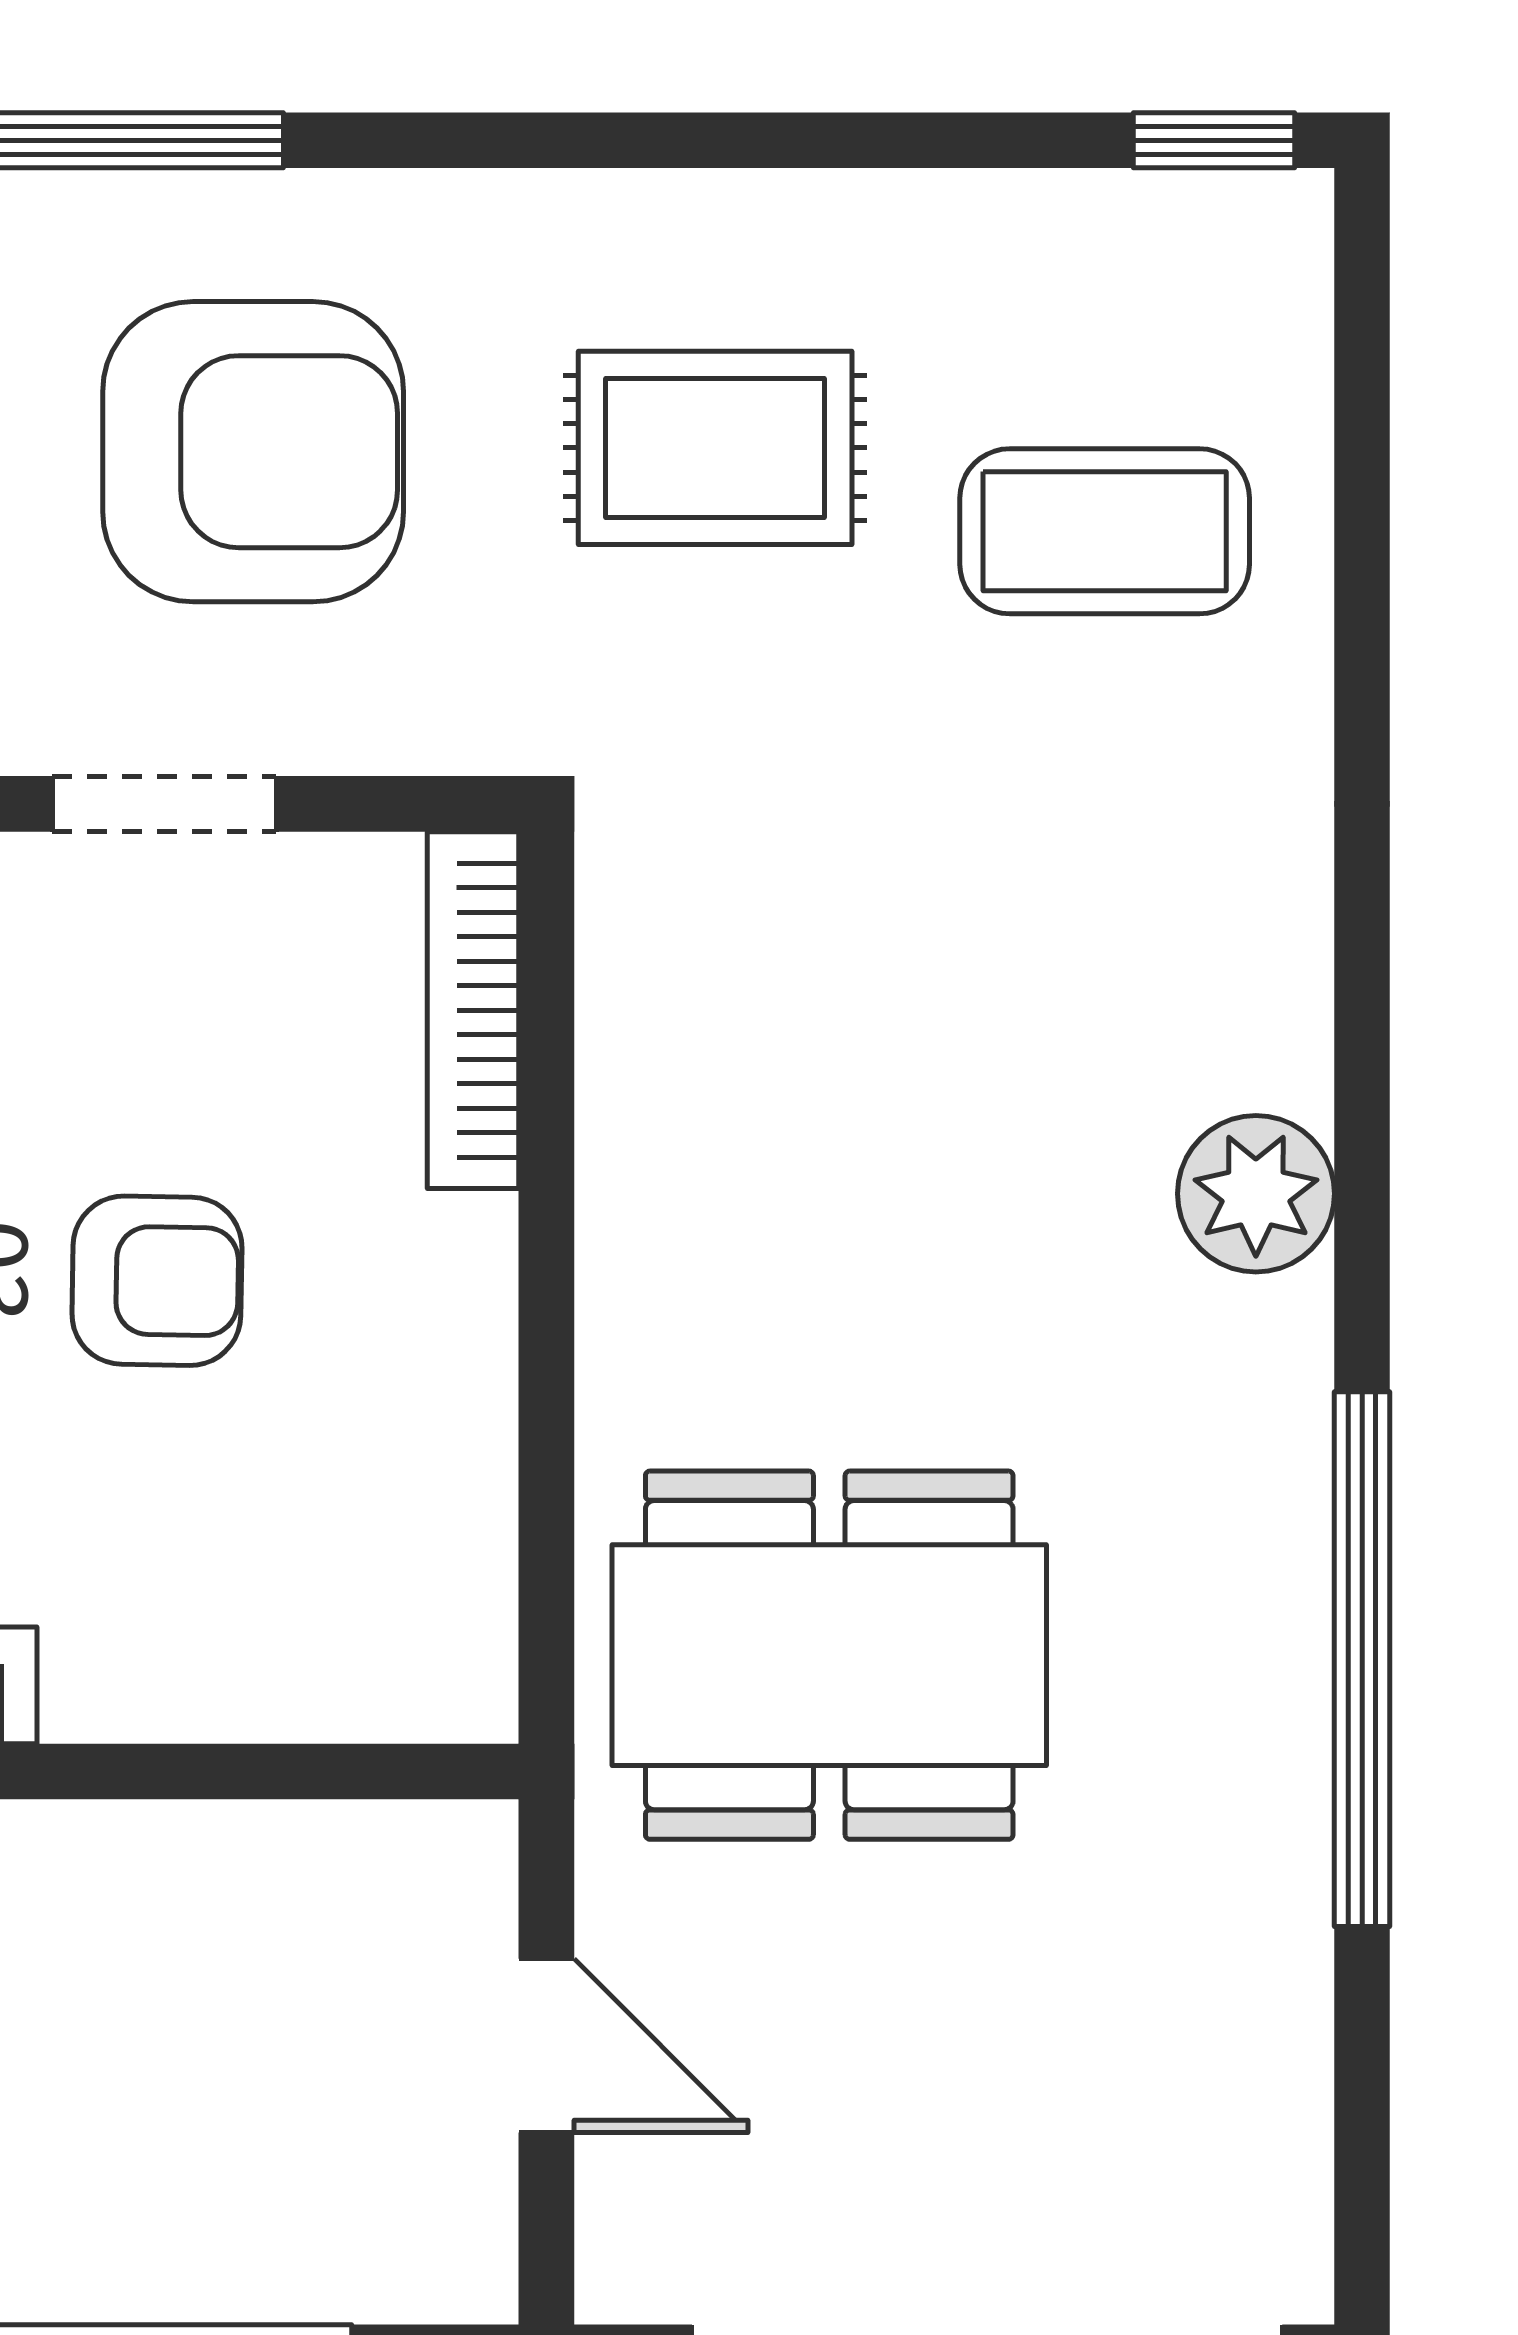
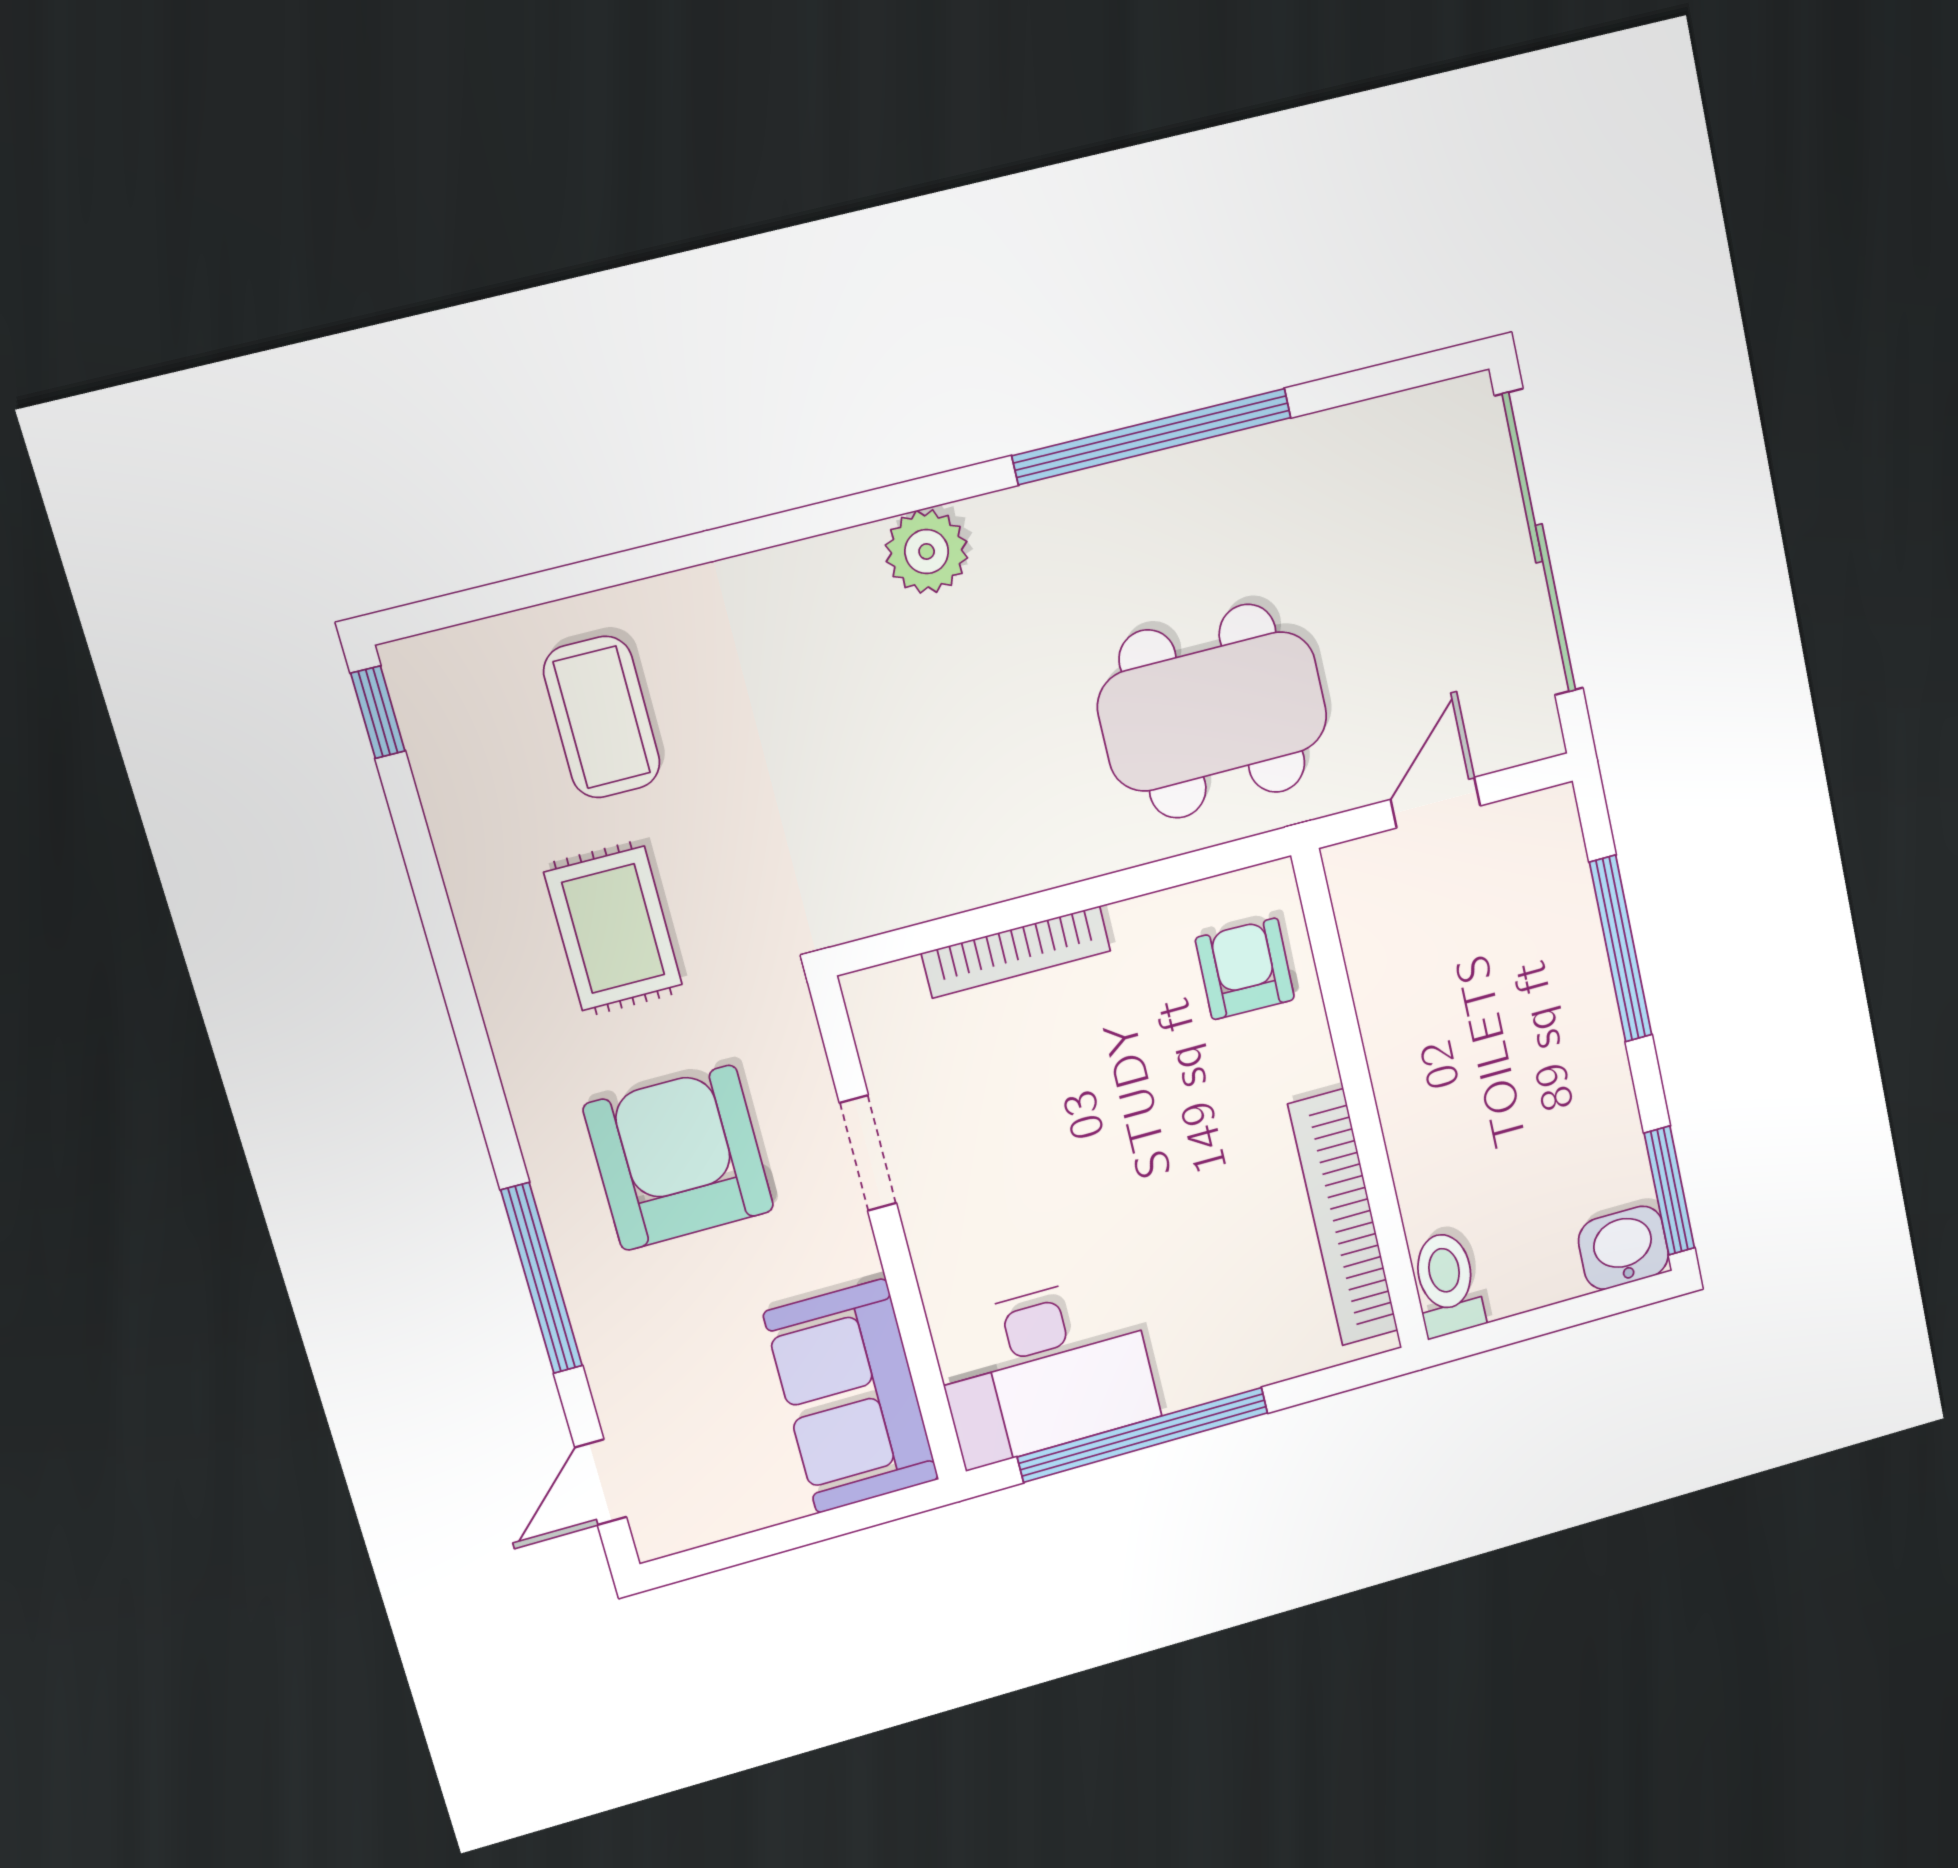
bookcase: (473, 1010) -> (1016, 952), moved
armchair: (157, 1281) -> (1245, 969), moved
dining table: (829, 1655) -> (1212, 712), turned 90

